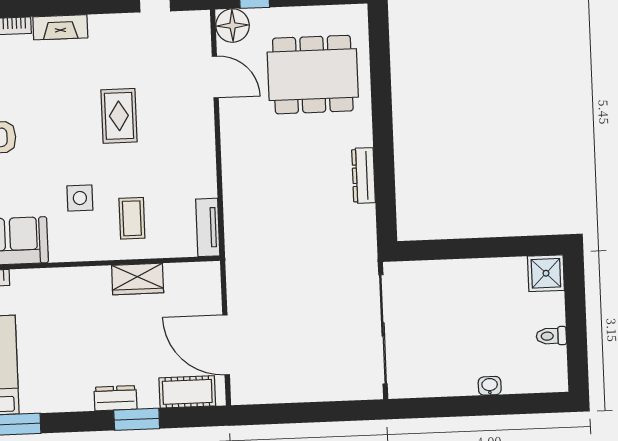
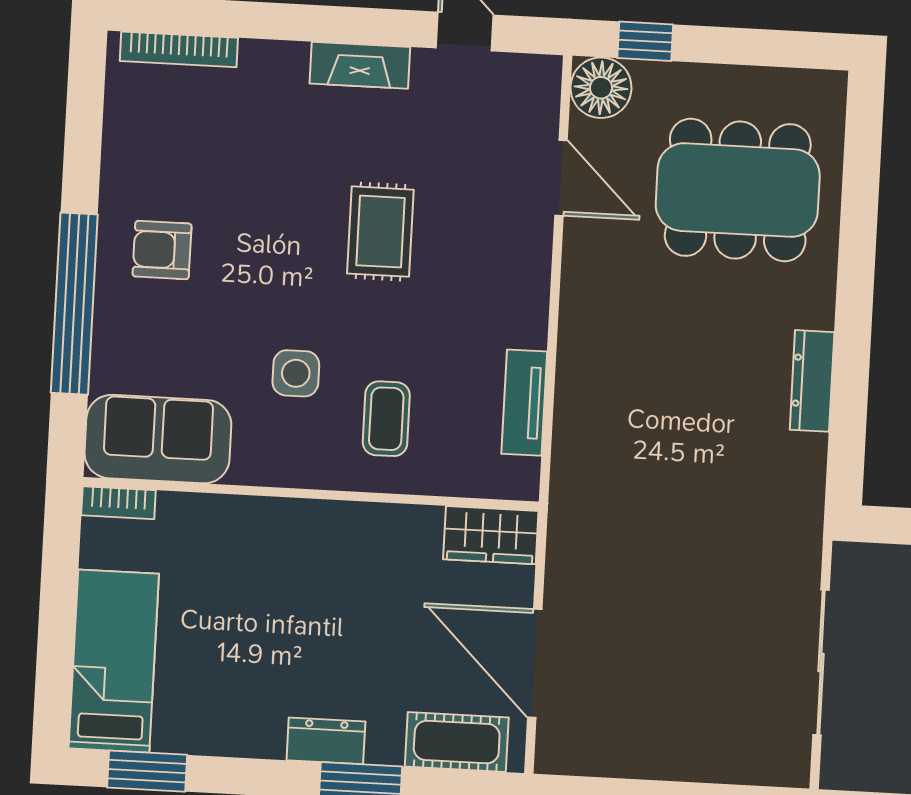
fireplace: (60, 27) -> (360, 65), moved
tv unit: (208, 227) -> (524, 403), moved
wardrobe: (138, 279) -> (491, 535), moved
sliding door: (383, 329) -> (821, 663), width x0.73

